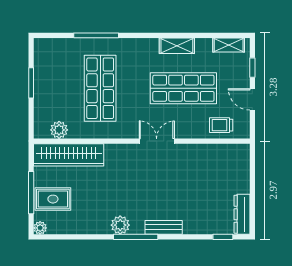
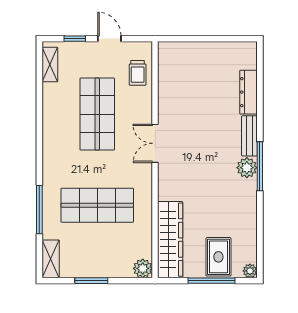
shelving: (177, 46) -> (51, 259), moved
door: (252, 99) -> (109, 39), swing flipped
plant: (59, 130) -> (143, 268), moved
dresser: (242, 214) -> (248, 92), moved, turned 90
plant: (120, 225) -> (247, 168), moved
window: (223, 237) -> (260, 71), removed

